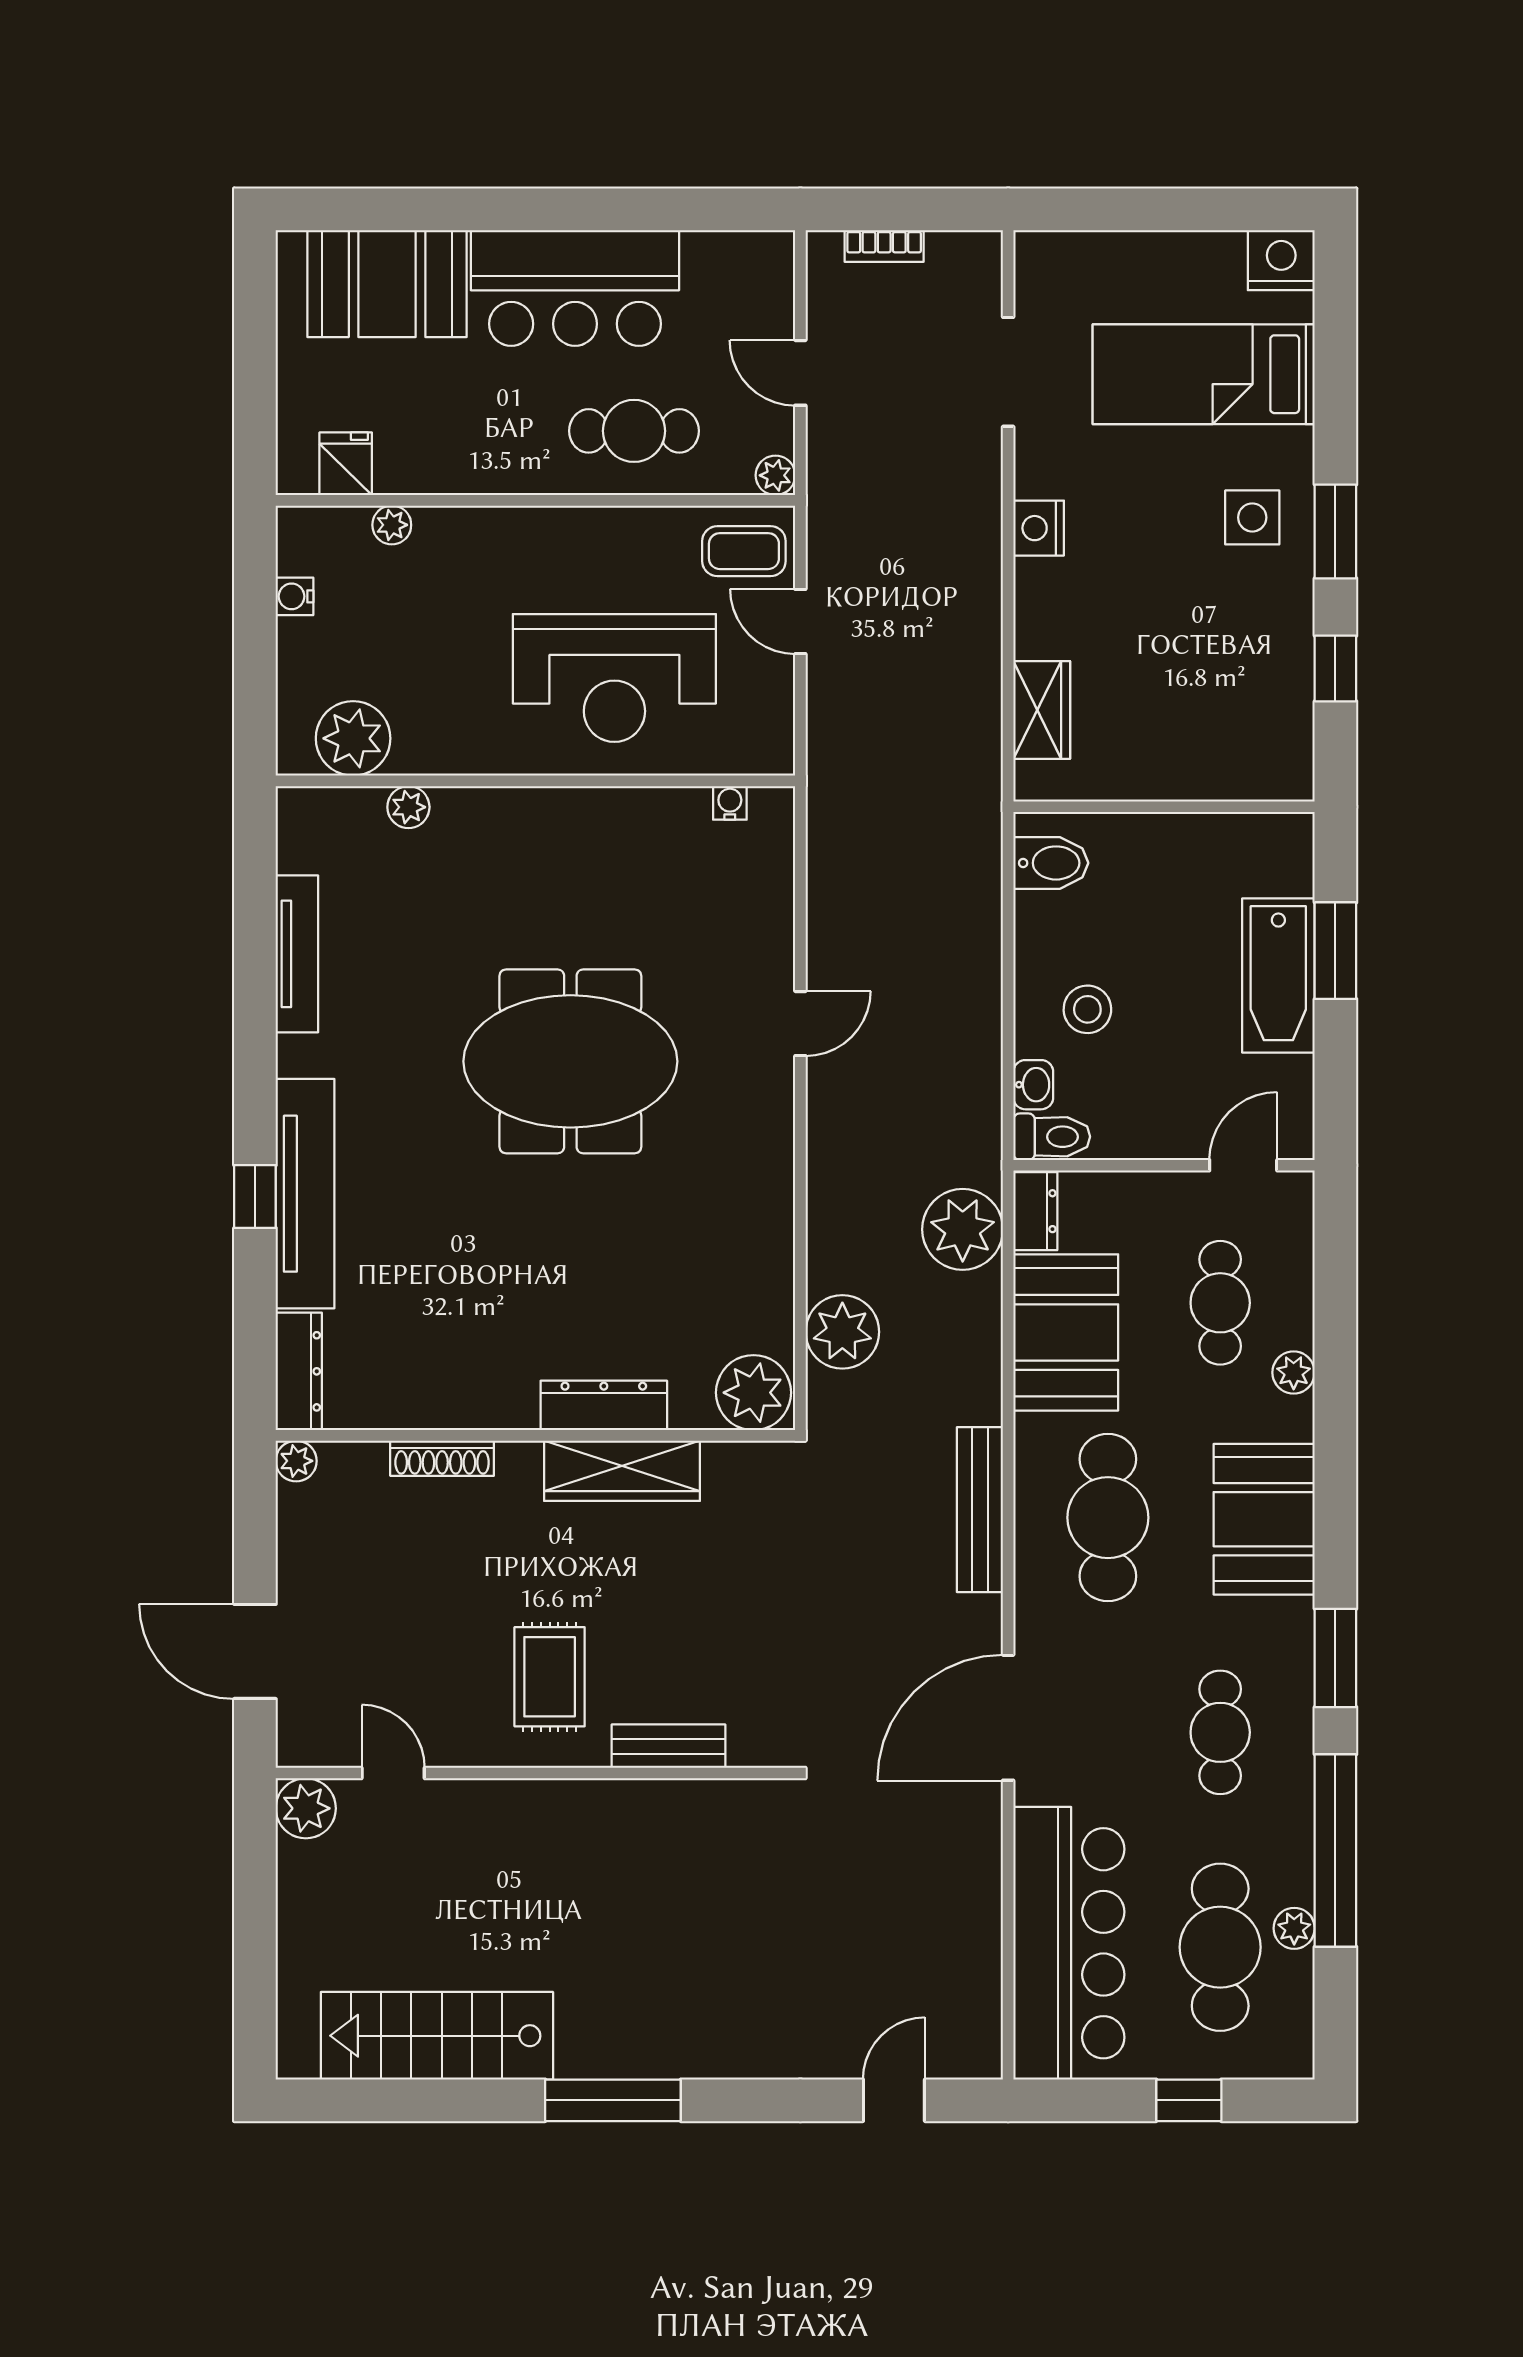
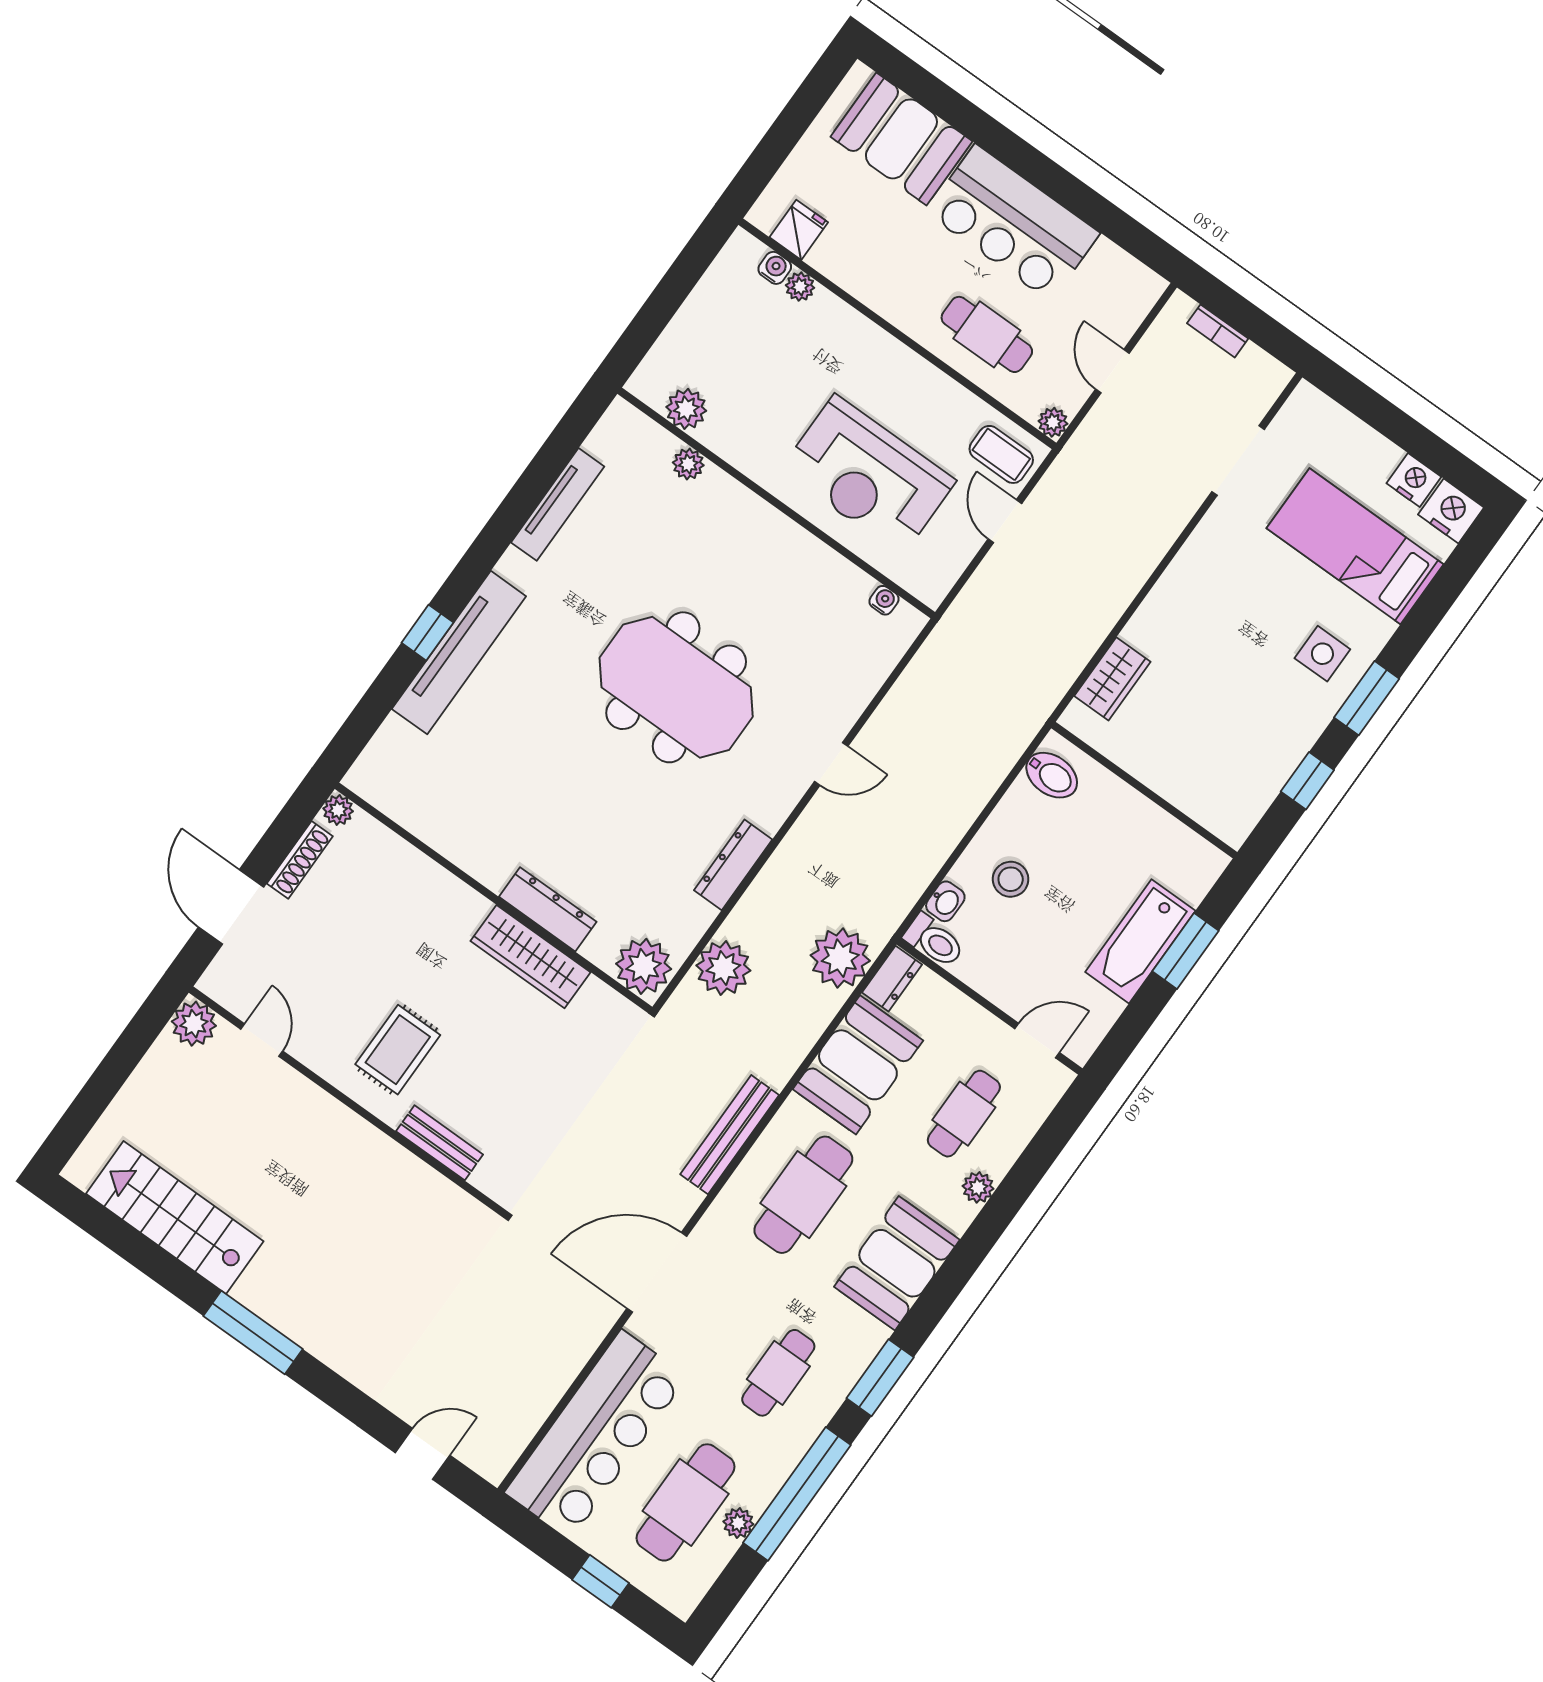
nightstand: (1039, 528) -> (1414, 480), moved, turned 90
water cooler: (295, 596) -> (775, 268), moved, turned 90
plant: (353, 738) -> (686, 409), width x0.73, depth x0.73
dresser: (299, 1371) -> (733, 865), moved, turned 180
shoe rack: (442, 1458) -> (300, 860), moved, turned -90

